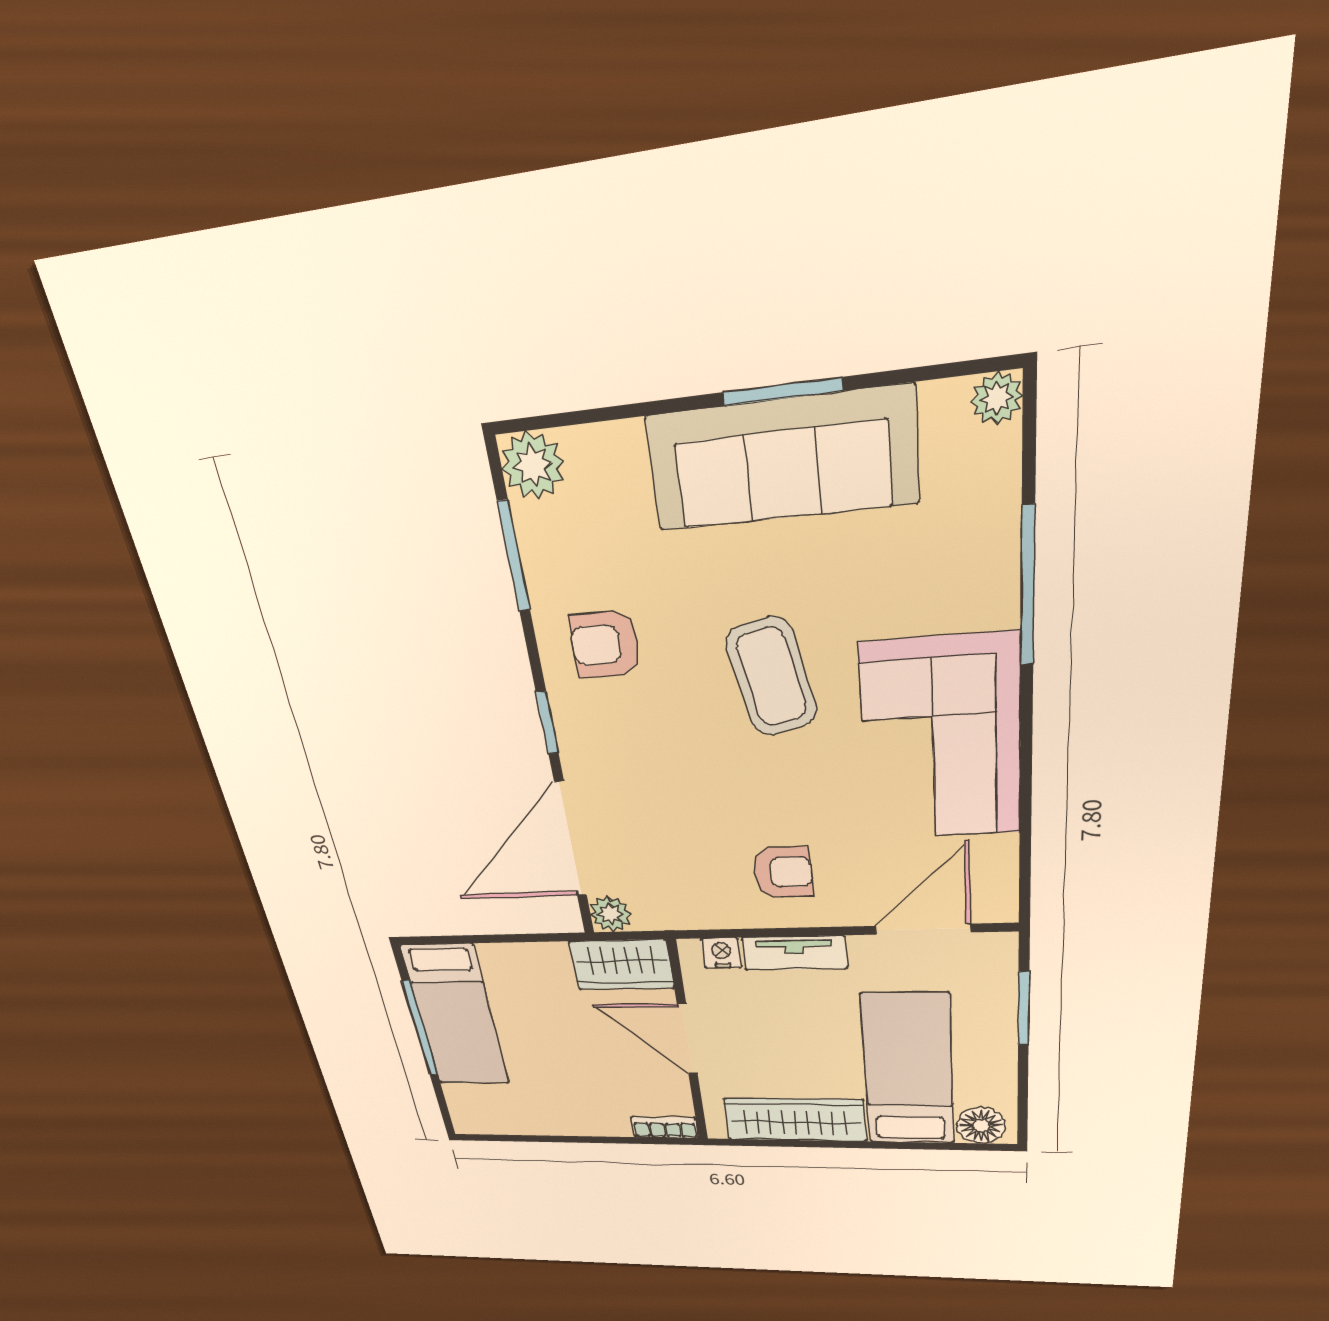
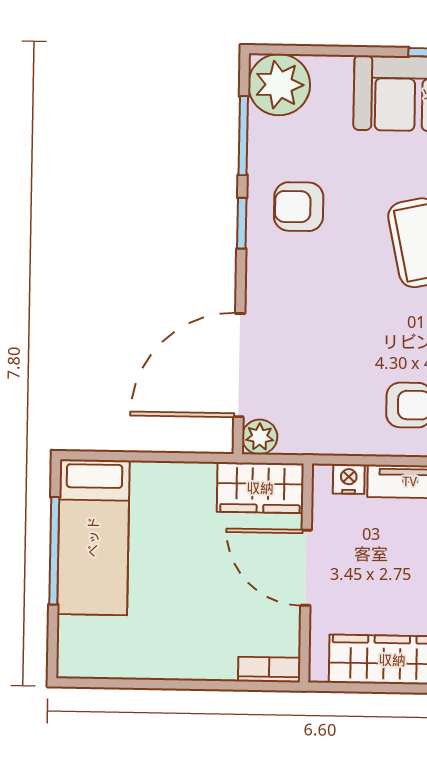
plant: (533, 465) -> (279, 85), width x1.36, depth x1.36
window: (547, 723) -> (242, 223), moved

